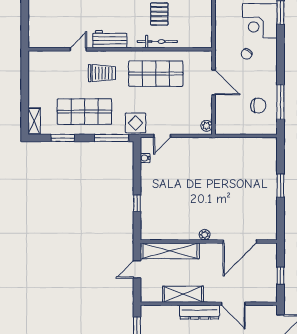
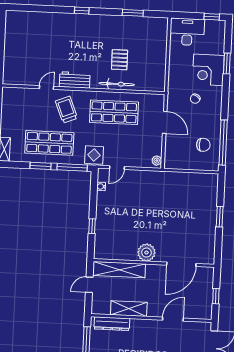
trolley: (102, 73) -> (66, 110), turned -112
window: (280, 102) -> (223, 143), width x1.46
window: (63, 138) -> (41, 166), moved
plant: (205, 235) -> (146, 253), width x1.87, depth x1.87
door: (233, 304) -> (173, 319), swing flipped
dresser: (199, 312) -> (112, 324), moved

